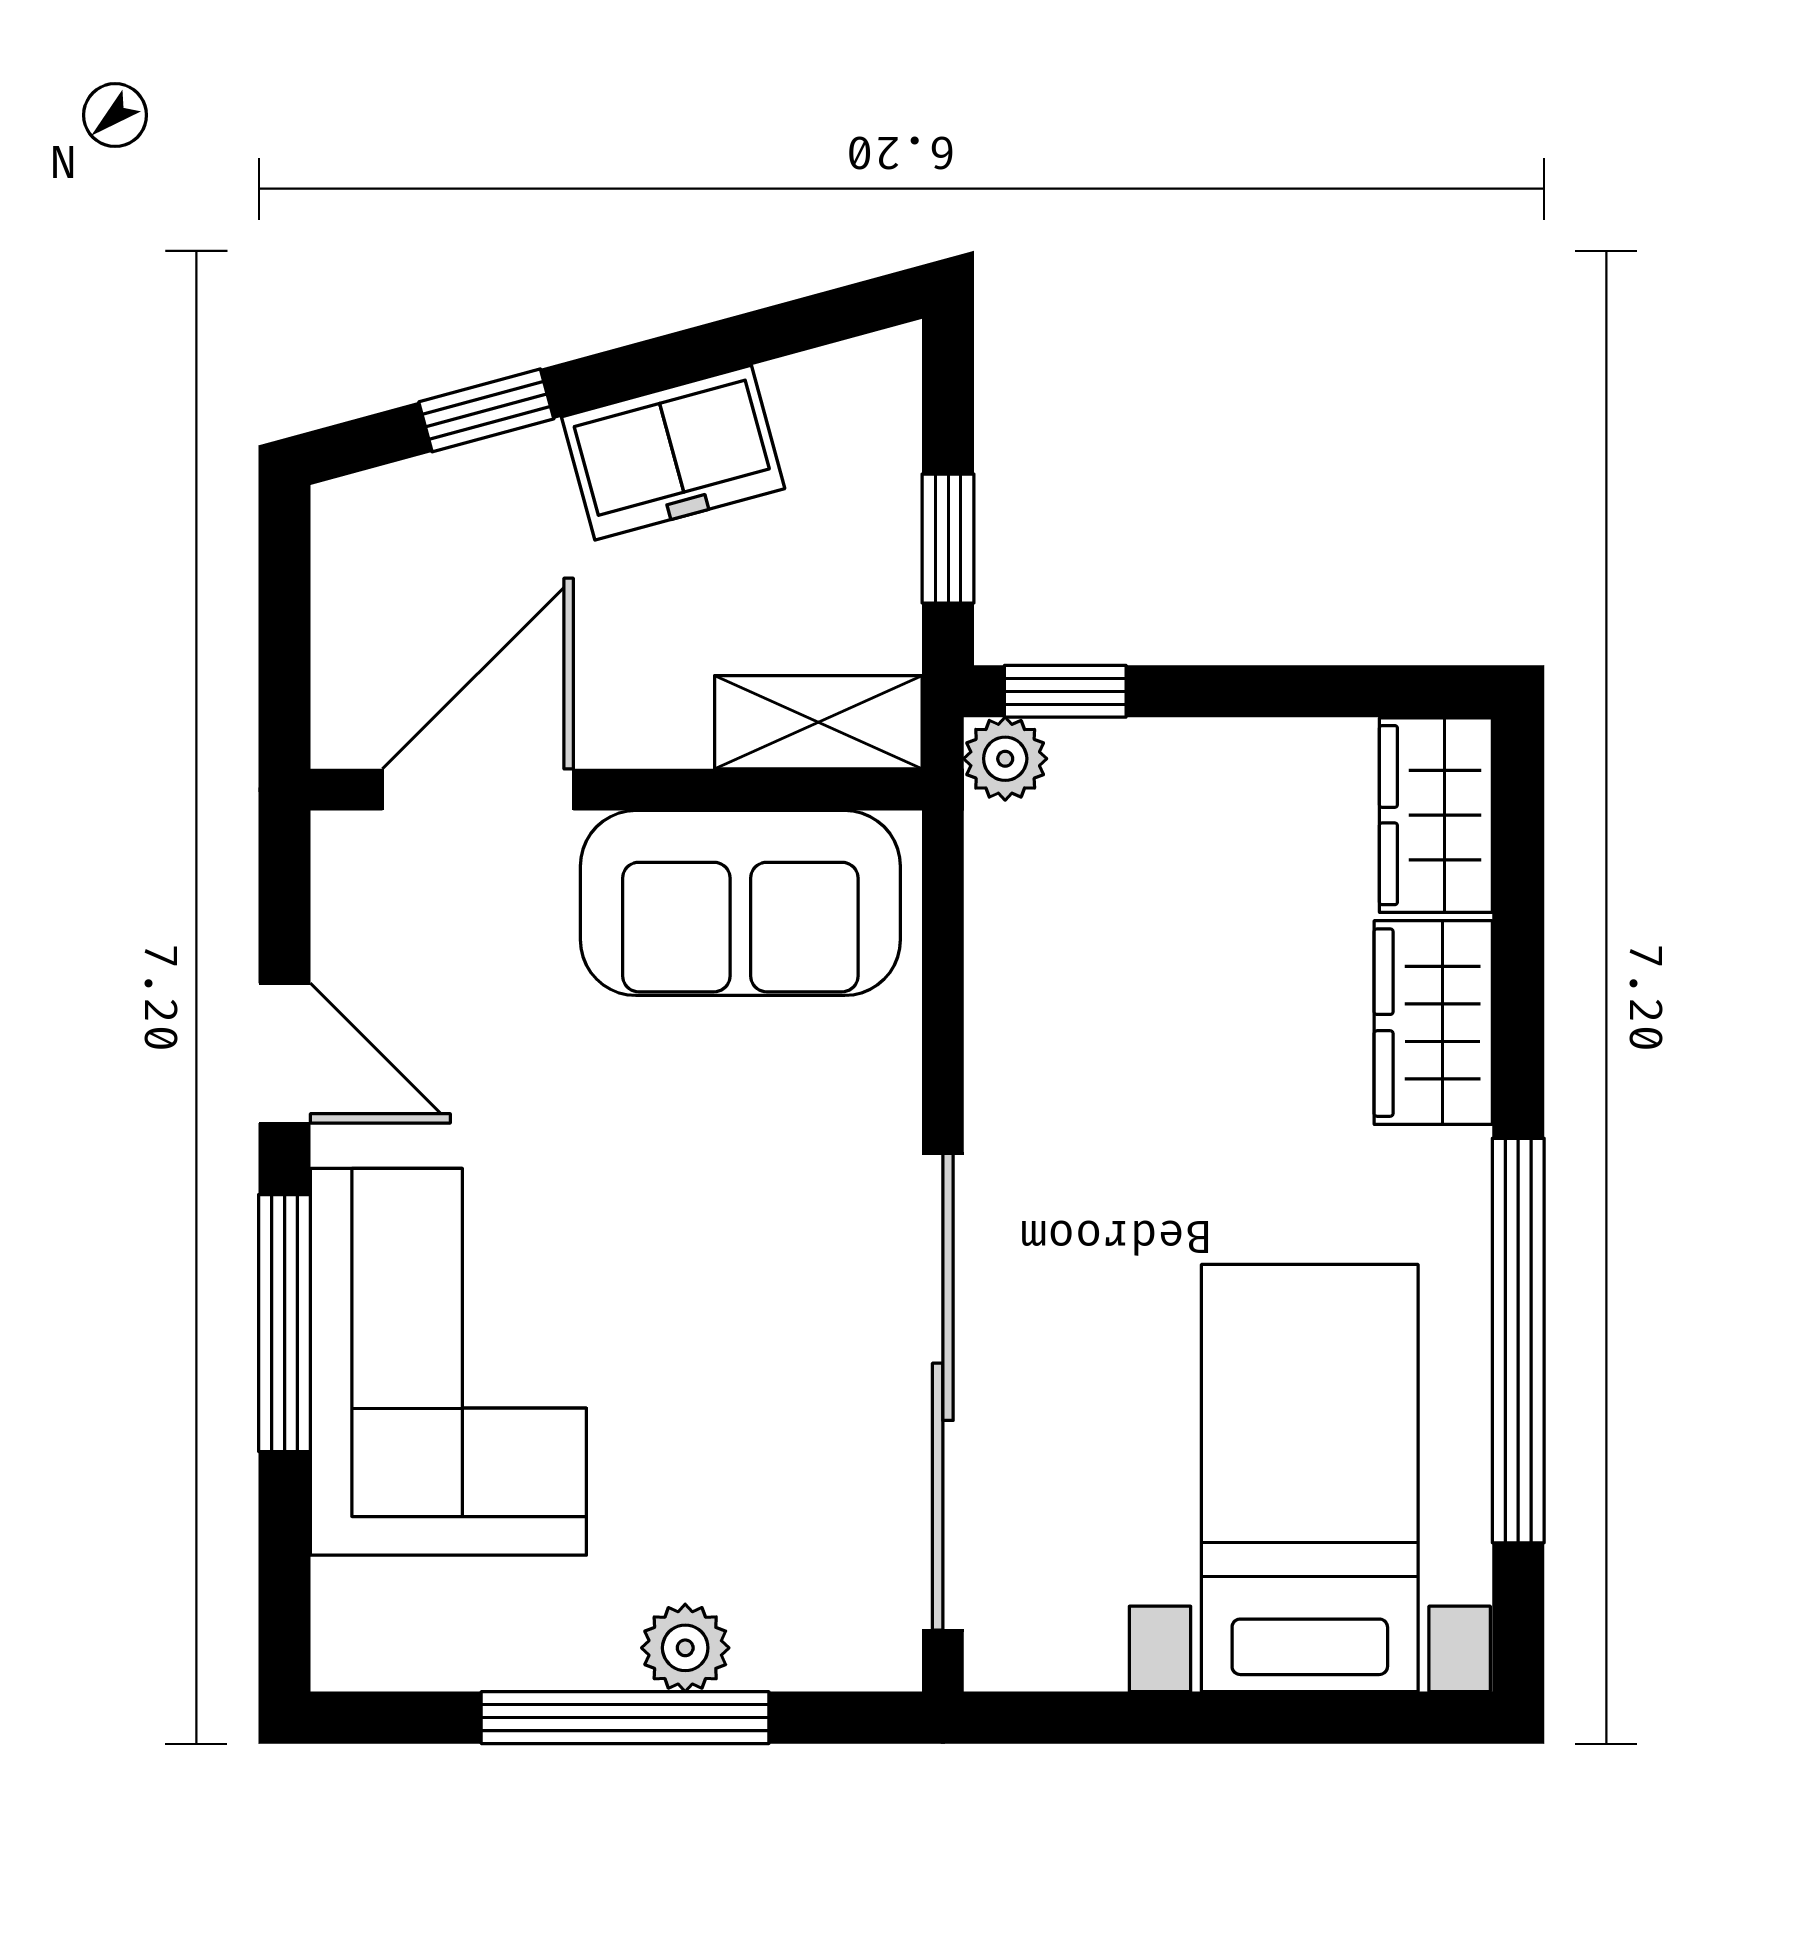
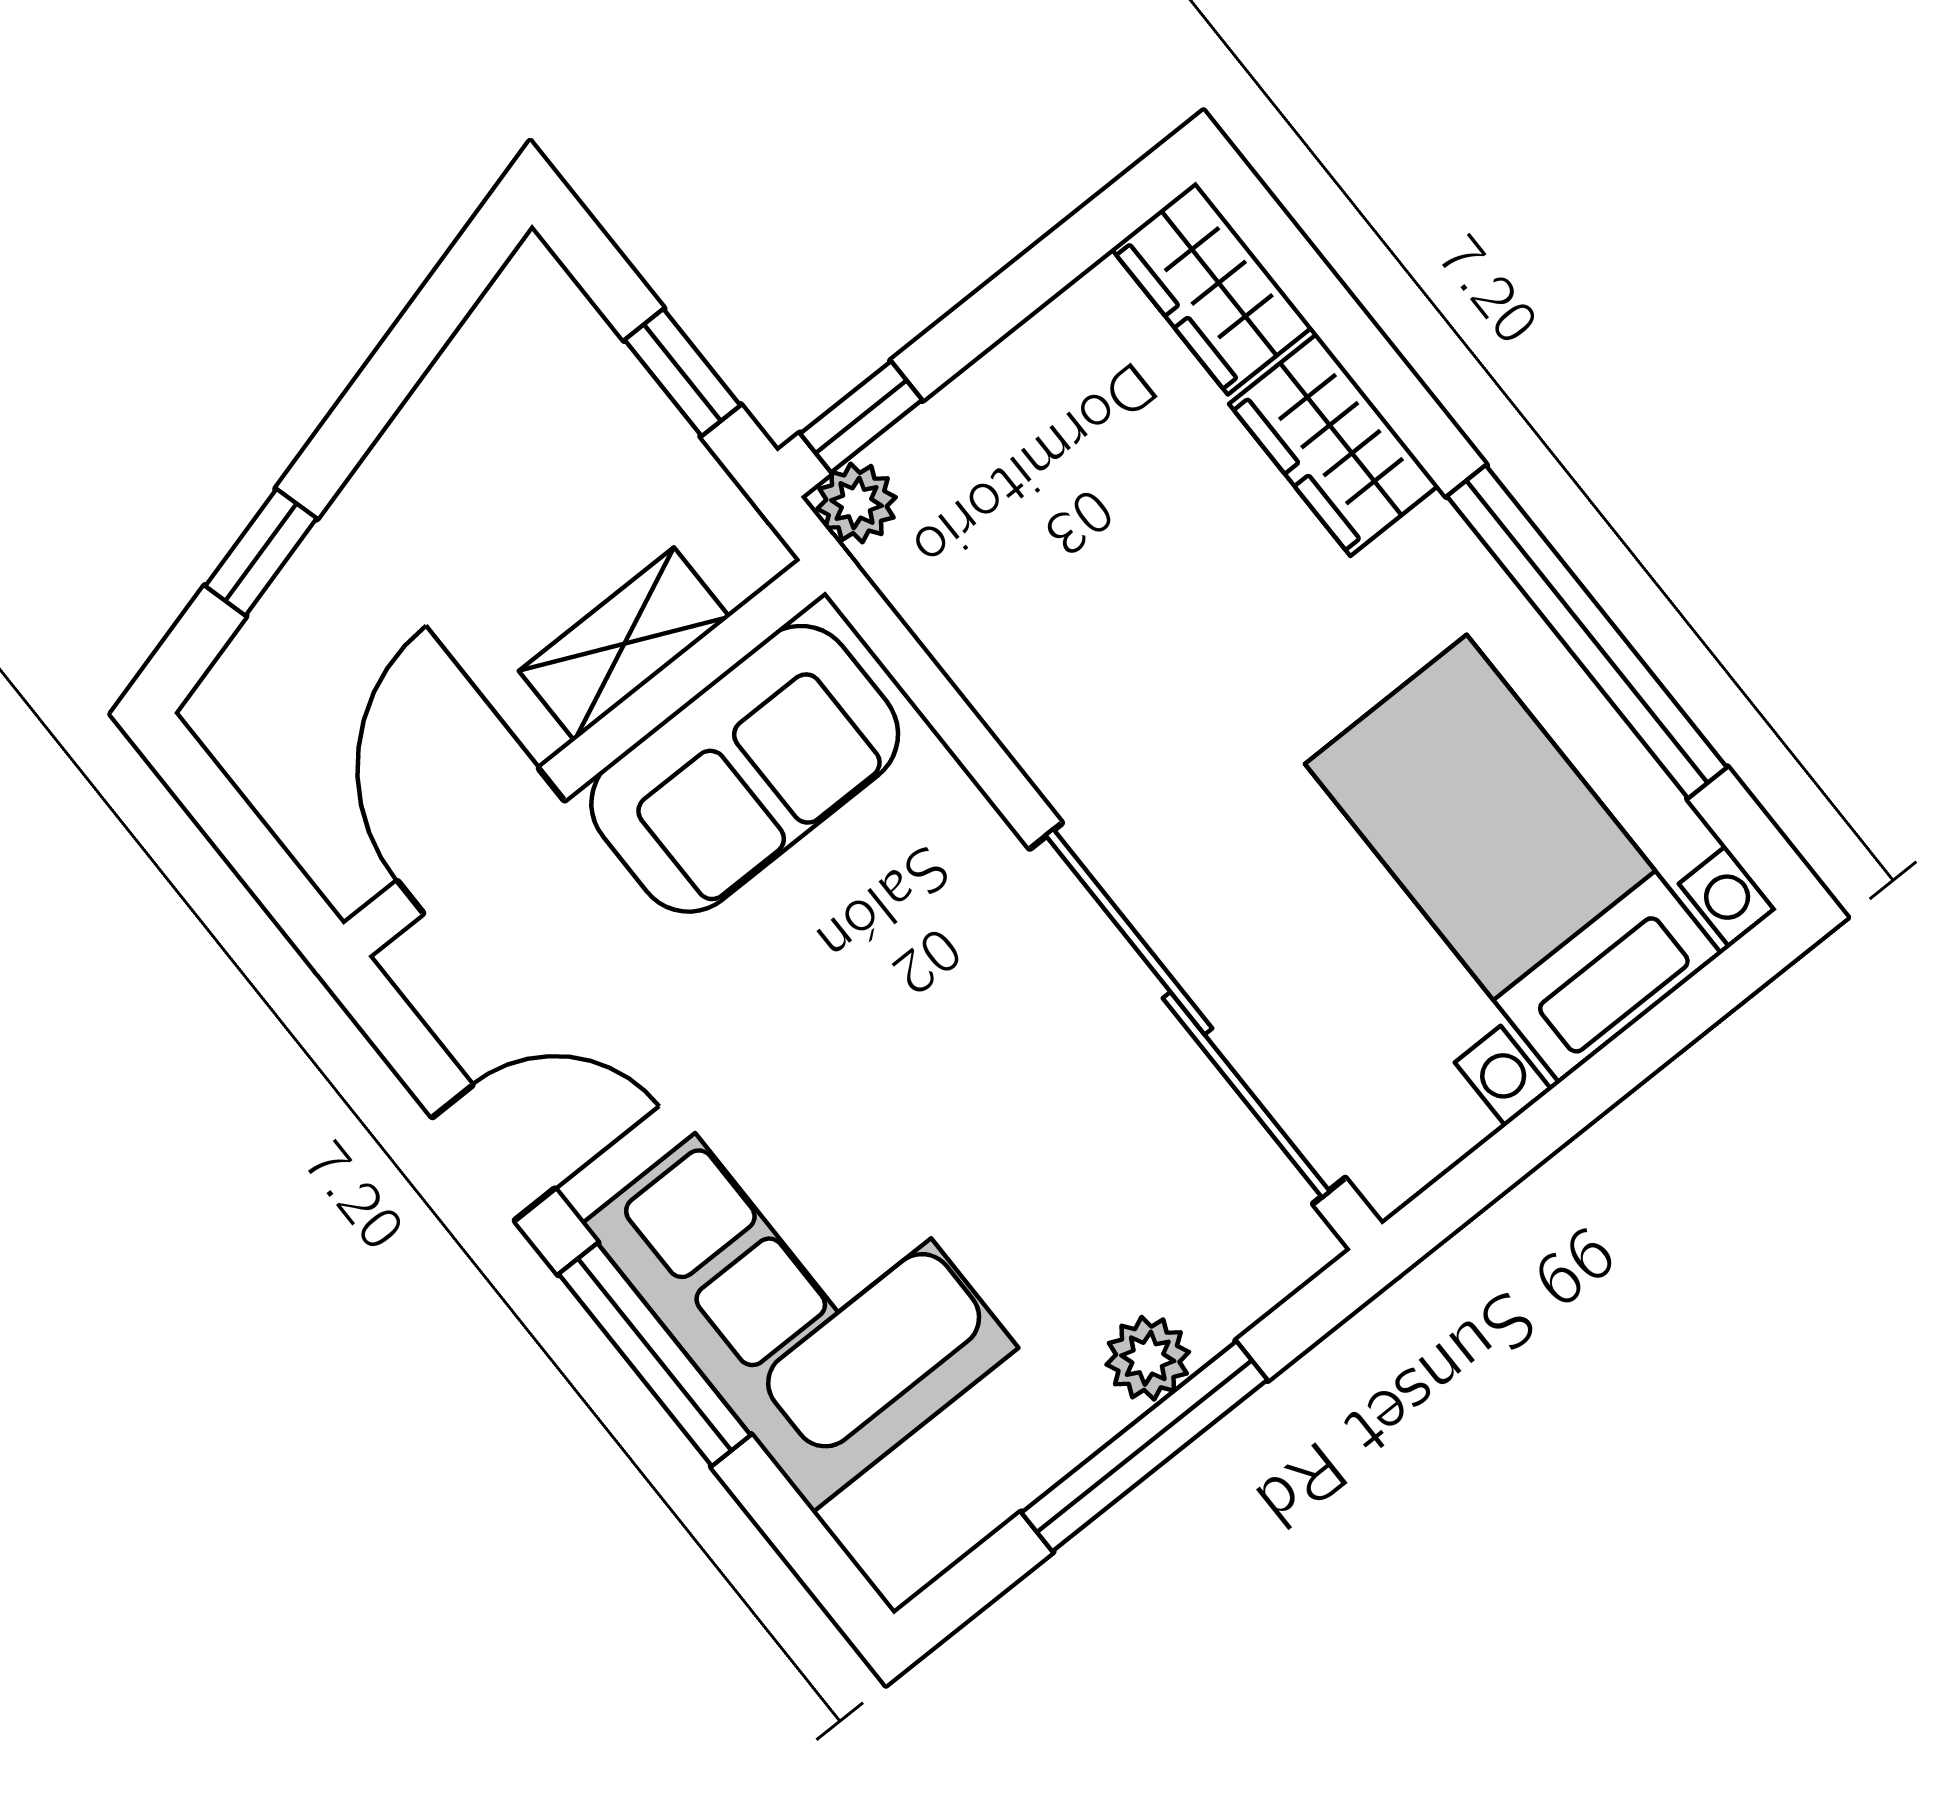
freezer: (673, 453) -> (426, 472), removed
shelving: (818, 722) -> (624, 644), moved

